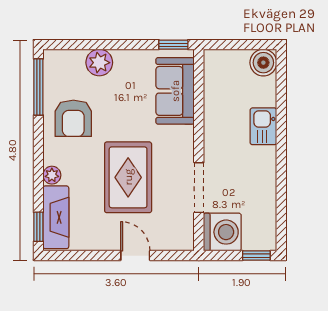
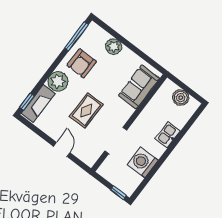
window: (173, 45) -> (155, 65), removed
boiler: (263, 63) -> (181, 98), moved
plant: (52, 175) -> (58, 81), width x1.88, depth x1.88
rug: (128, 177) -> (86, 110), width x0.73, depth x0.70
washing machine: (222, 232) -> (143, 162), moved, turned 180

